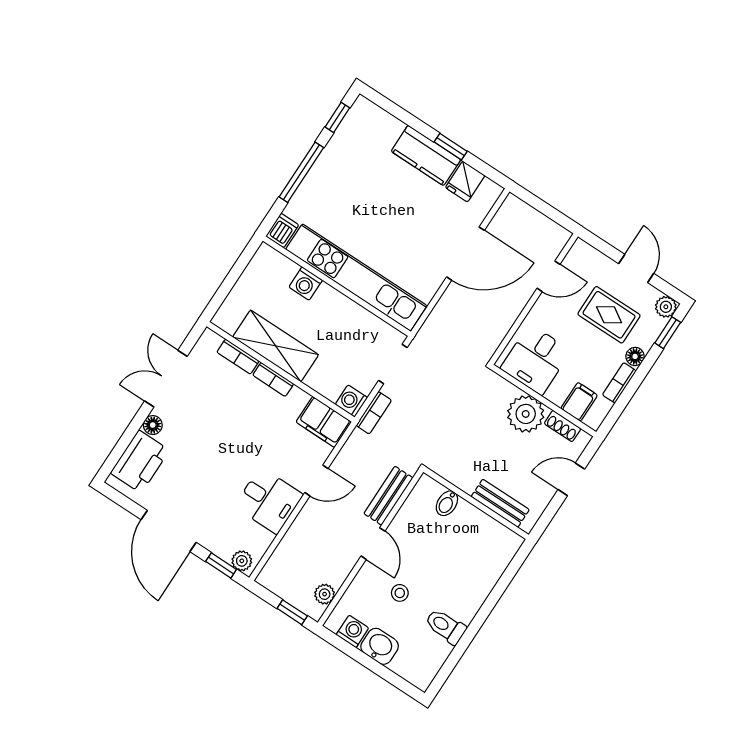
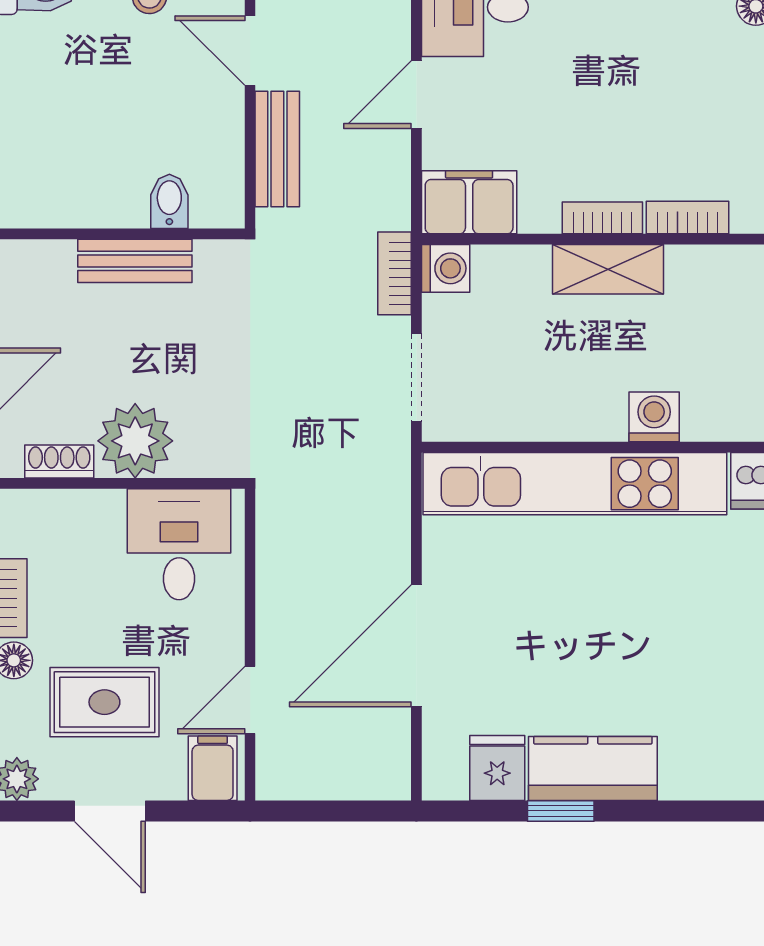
shelving: (276, 346) -> (608, 269), width x0.67, depth x0.75
filing cabinet: (579, 402) -> (213, 768), moved, turned 180
bench: (500, 503) -> (135, 261), moved

